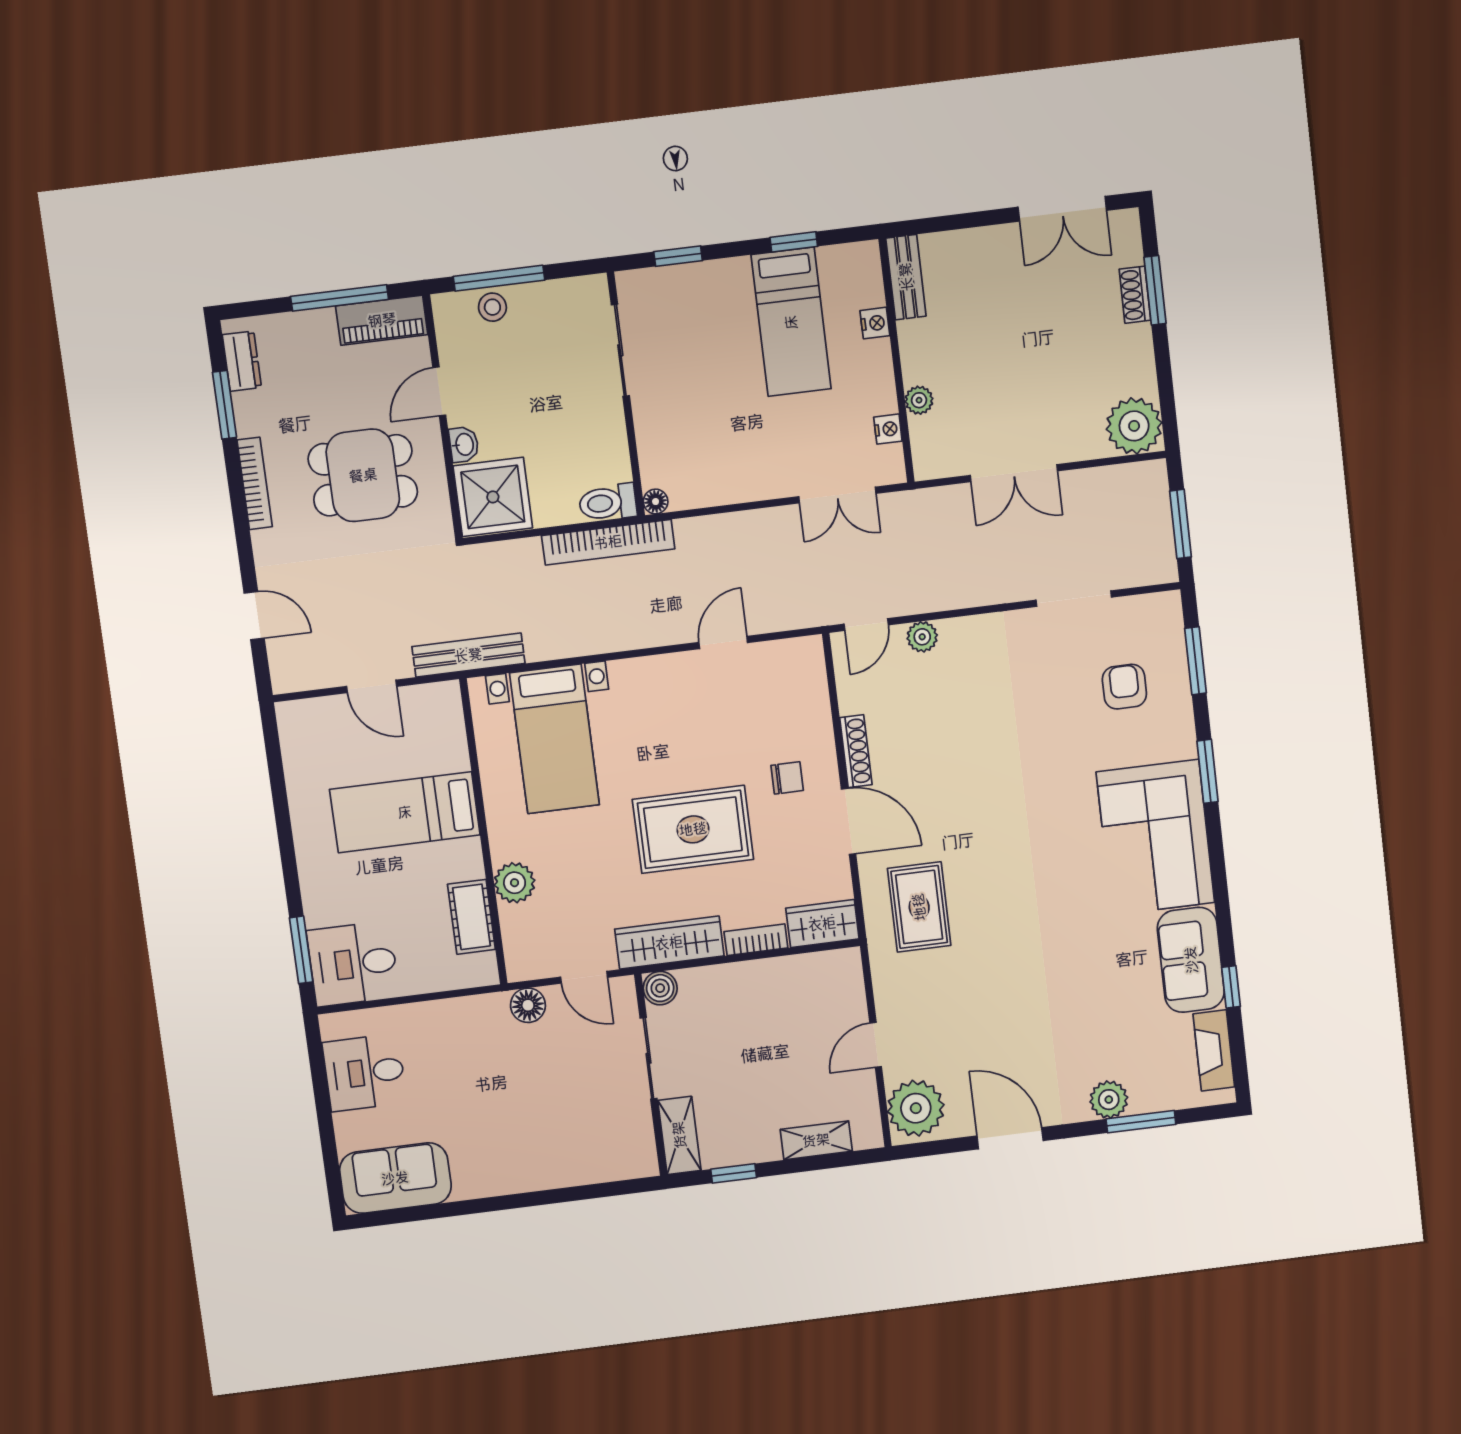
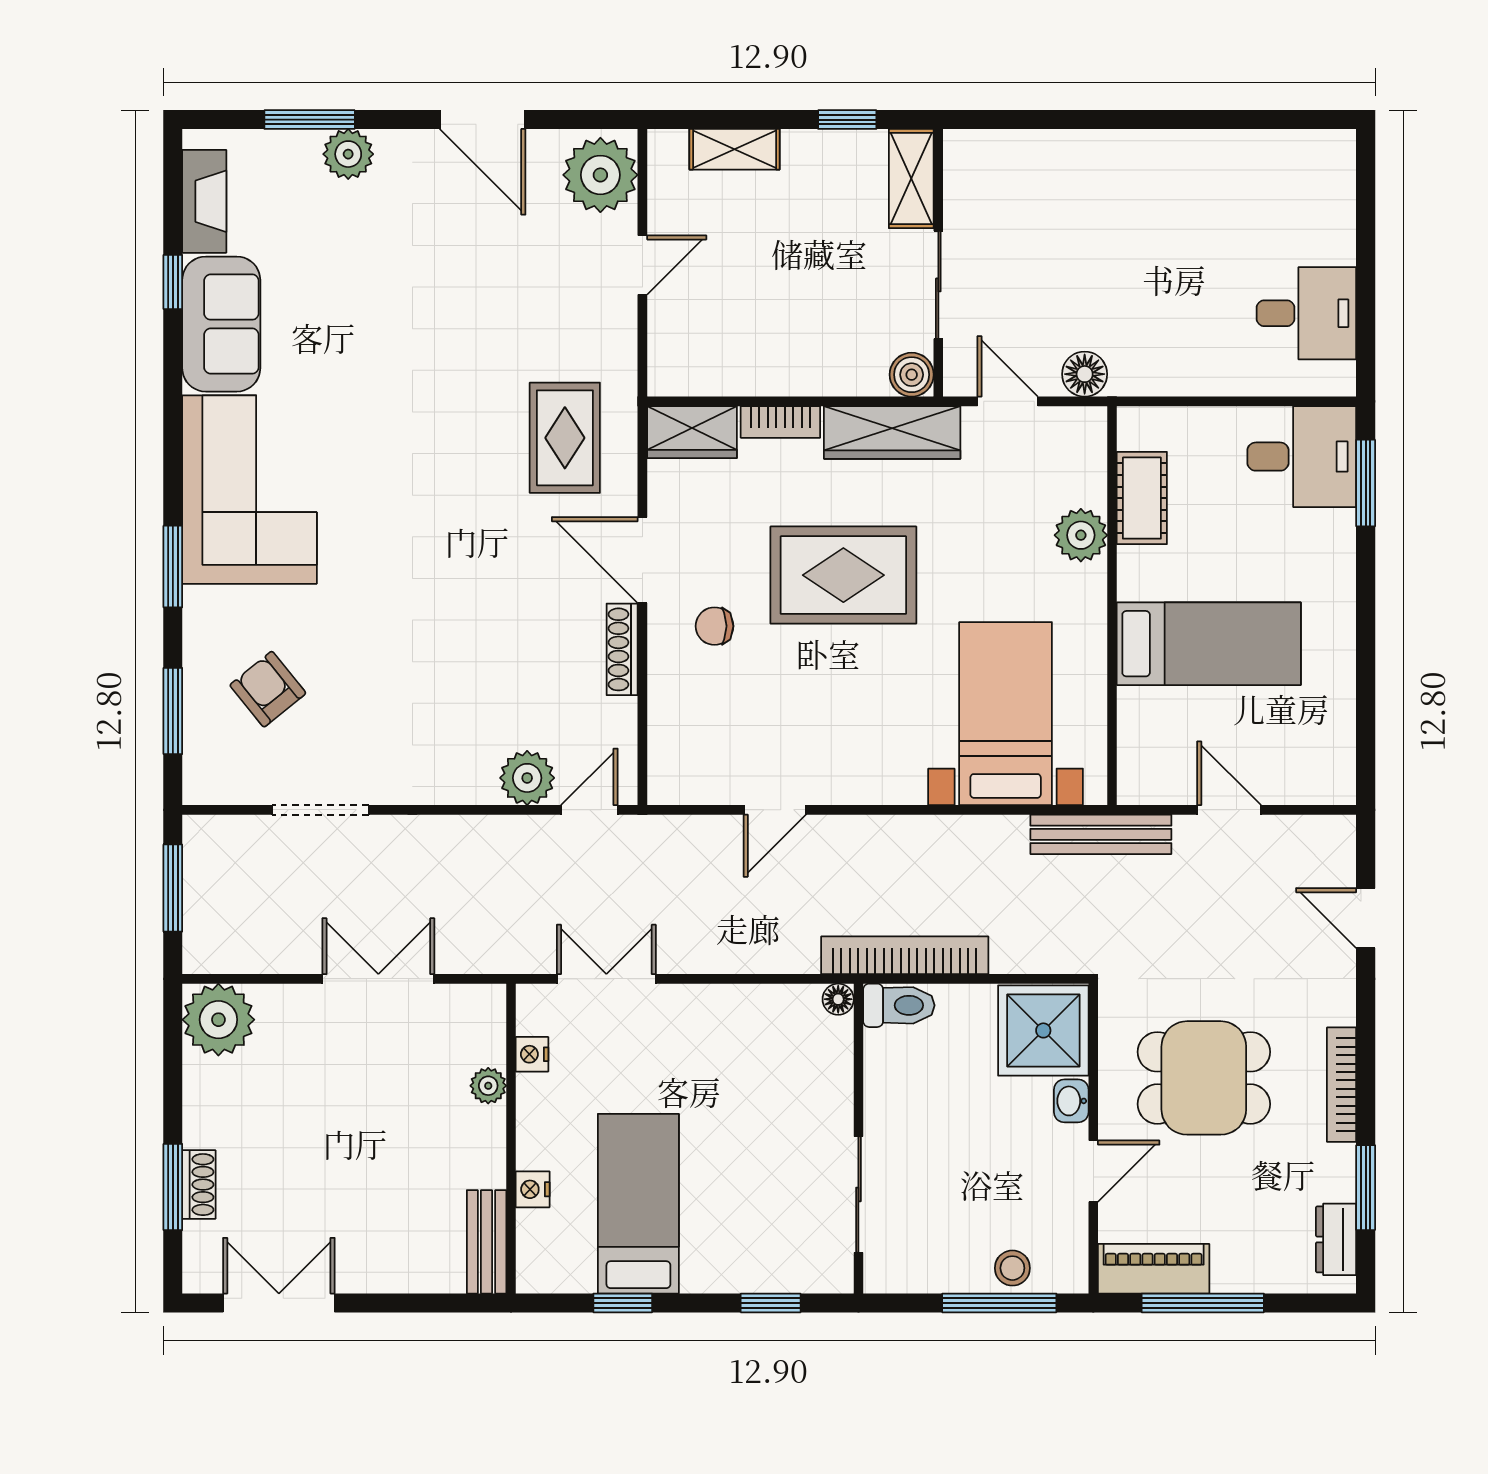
plant: (922, 637) -> (527, 778), width x1.38, depth x1.38
armchair: (1124, 687) -> (268, 689), turned 141
sofa: (395, 1178) -> (1285, 170), removed

